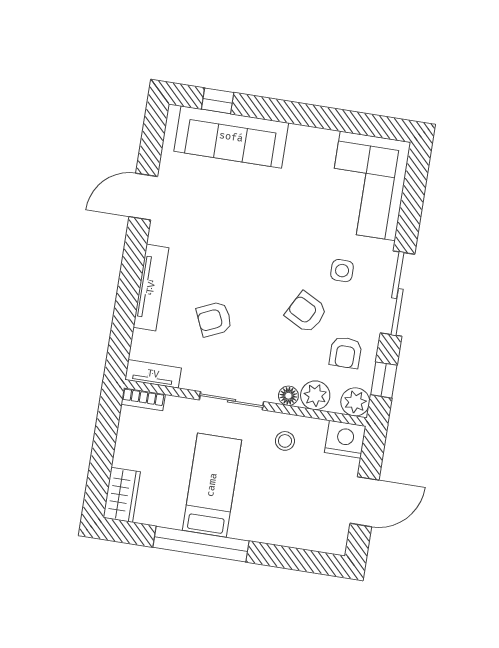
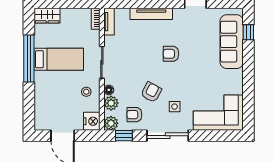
armchair: (214, 319) -> (171, 54), moved, turned -66

